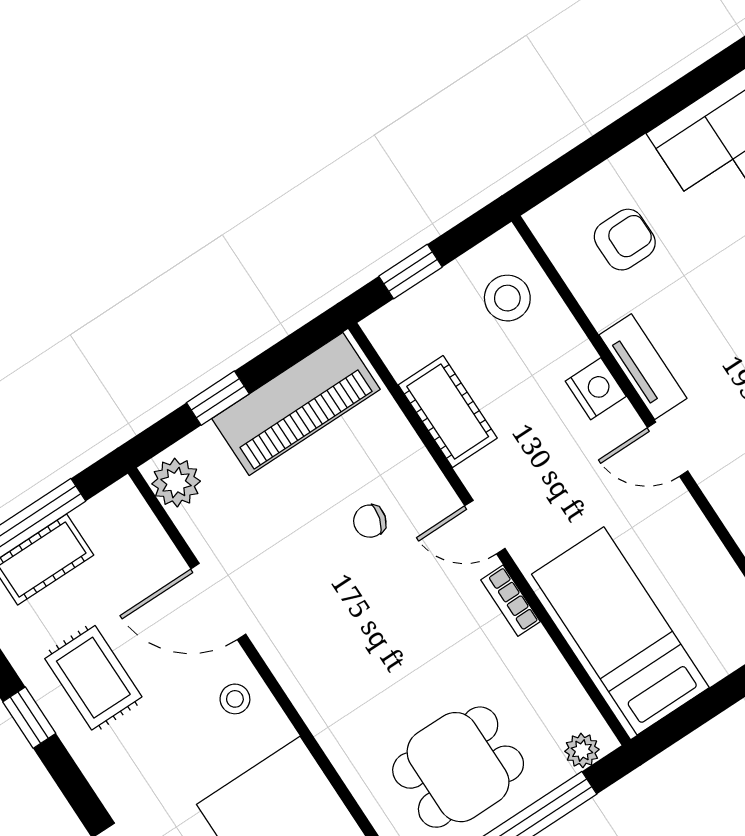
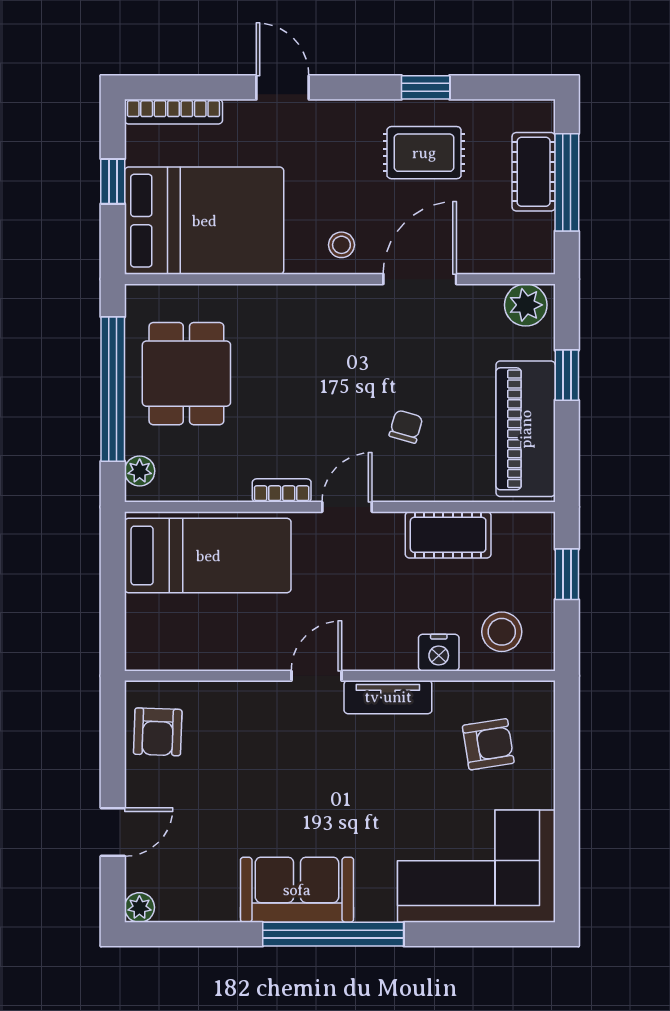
armchair: (625, 240) -> (488, 744), turned -99
nightstand: (596, 389) -> (439, 653), moved

